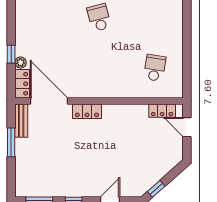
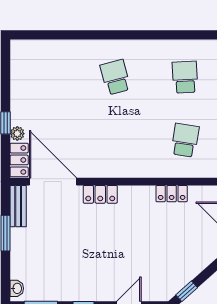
school desk: (155, 17) -> (185, 77), added
locker: (162, 111) -> (172, 194), moved
washbasin: (20, 187) -> (17, 288), added

